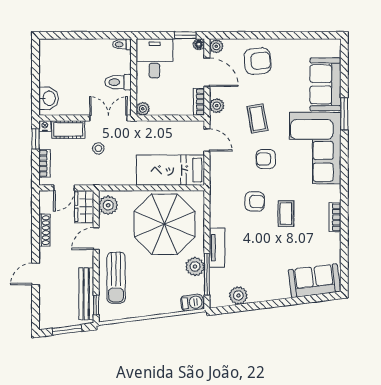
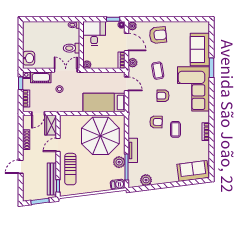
plant: (108, 205) -> (66, 124), removed

